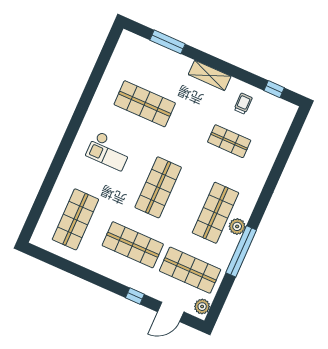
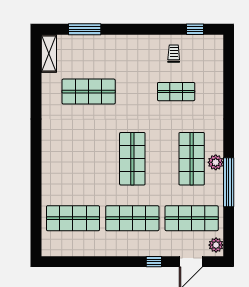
shelving: (210, 75) -> (49, 54), moved, turned 90
checkout: (109, 151) -> (76, 146), removed
shop shelf: (75, 219) -> (73, 218), turned 90

